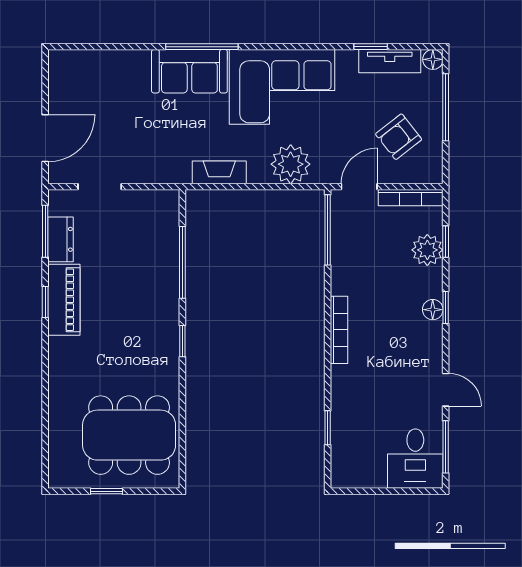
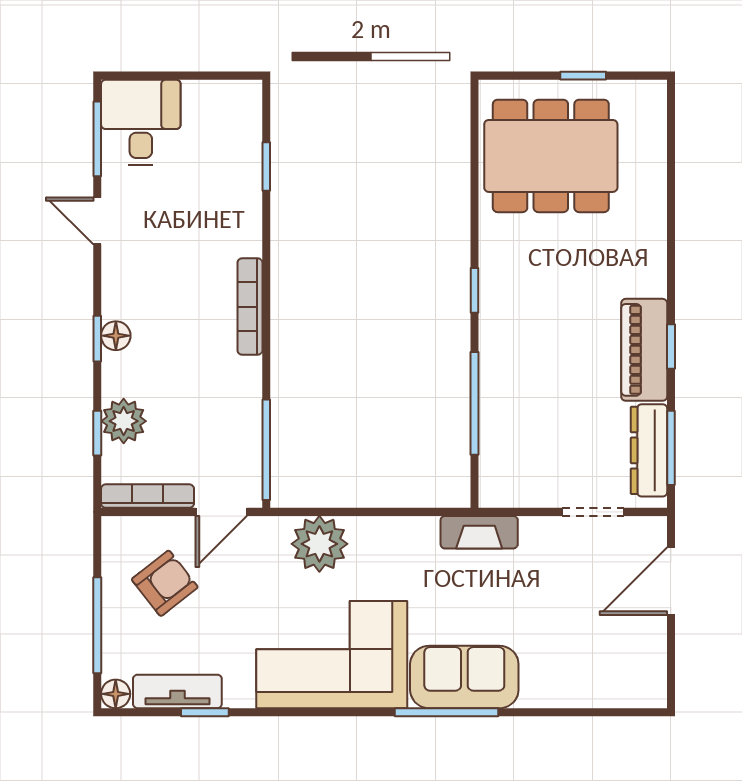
fireplace: (219, 172) -> (479, 532), moved
dresser: (61, 239) -> (649, 450), width x1.44

